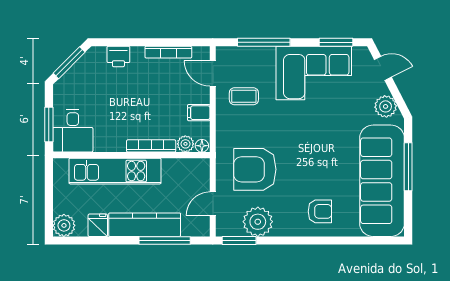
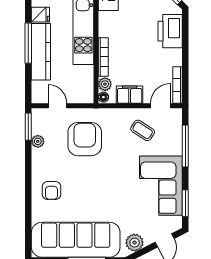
bookcase: (168, 52) -> (177, 85), moved
printer: (118, 56) -> (170, 31), width x1.87, depth x1.48
coffee table: (244, 96) -> (143, 130), turned -57
filing cabinet: (199, 113) -> (130, 95), width x2.00
plant: (258, 222) -> (38, 141), width x0.53, depth x0.53
window: (165, 241) -> (28, 43), moved

